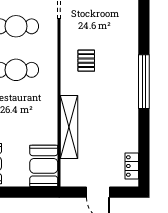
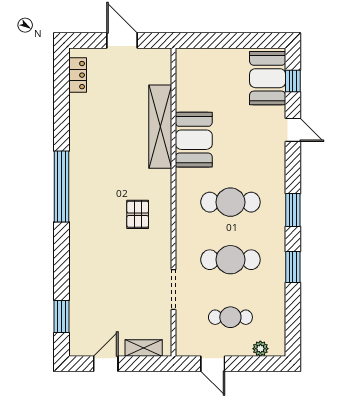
booth: (44, 166) -> (194, 140), moved

